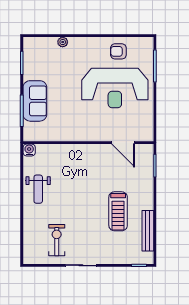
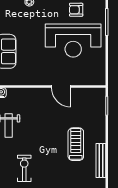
door: (123, 143) -> (61, 86), moved
treadmill: (118, 211) -> (76, 144), turned 180

